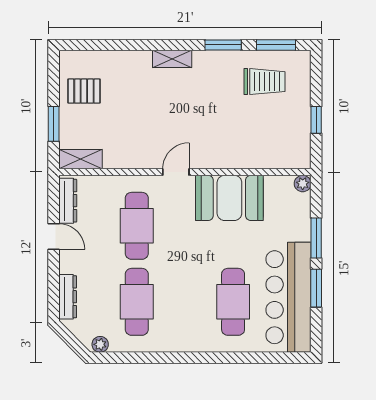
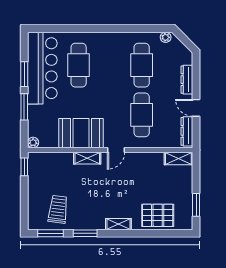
trolley: (265, 82) -> (58, 209), turned 97
pallet: (84, 91) -> (158, 215), moved, width x1.50, depth x1.42
window: (316, 120) -> (24, 167), moved
window: (54, 124) -> (196, 205), moved
shelving: (220, 160) -> (87, 158), added
dresser: (68, 297) -> (187, 80), moved

